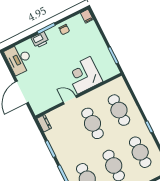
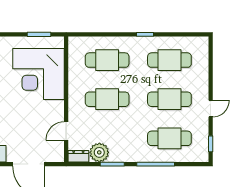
corner desk: (84, 75) -> (38, 74), width x1.36, depth x1.36
door: (70, 100) -> (66, 131), moved
plant: (54, 136) -> (99, 152), added

